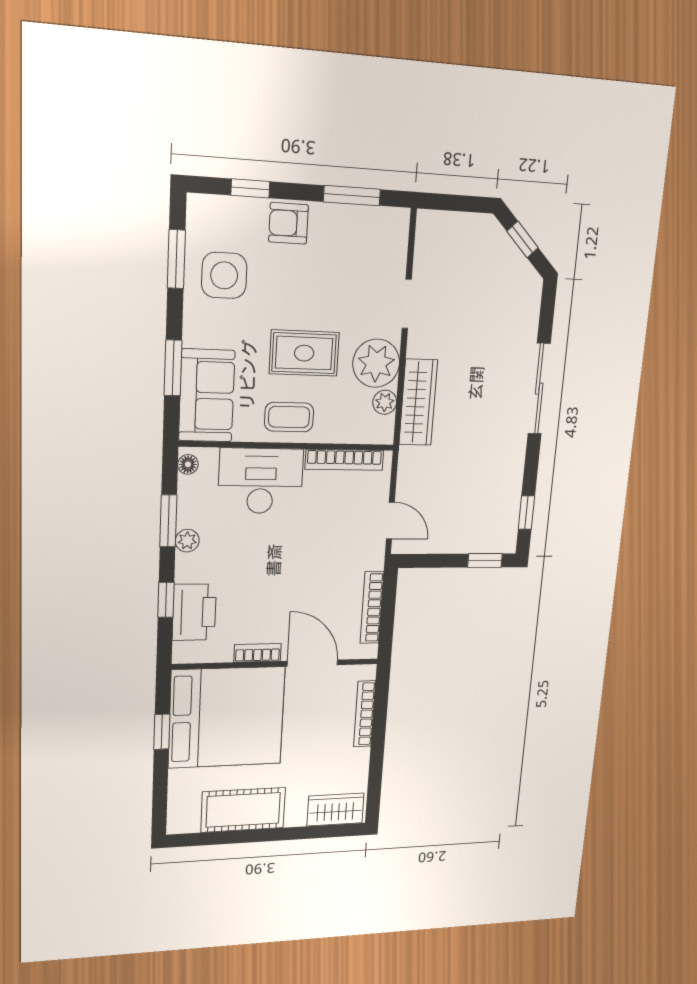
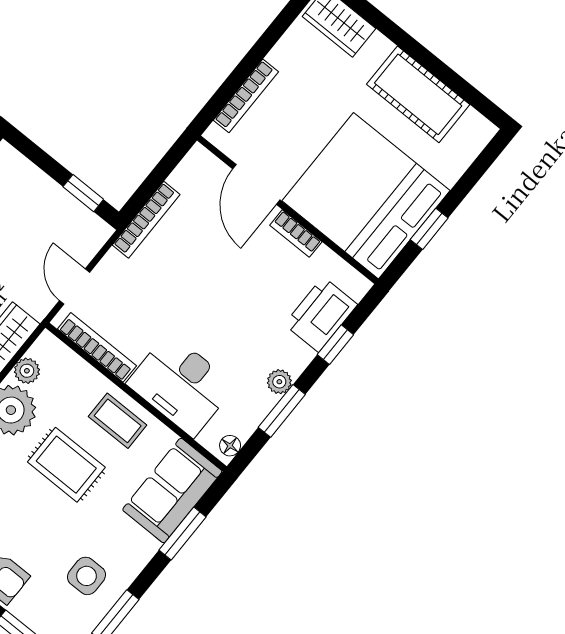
side table: (224, 275) -> (86, 576), width x0.73, depth x0.73
door: (390, 521) -> (75, 286), moved
window: (485, 561) -> (83, 193), moved
bookcase: (372, 608) -> (146, 220), moved

